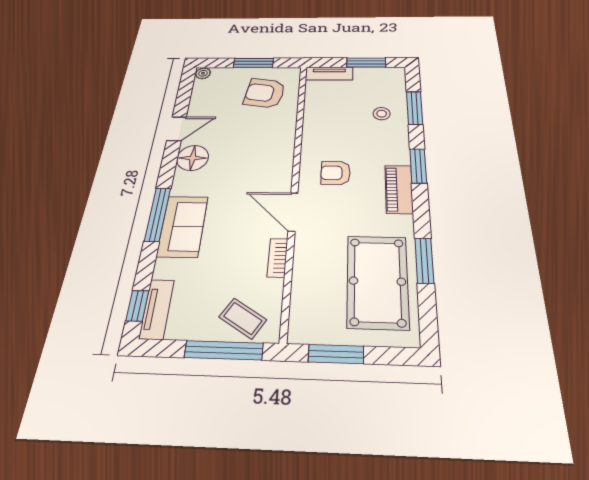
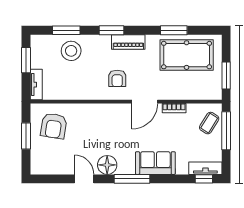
plant: (203, 73) -> (36, 169), removed
stool: (382, 114) -> (71, 51), width x1.89, depth x1.89
window: (158, 214) -> (132, 179), moved

